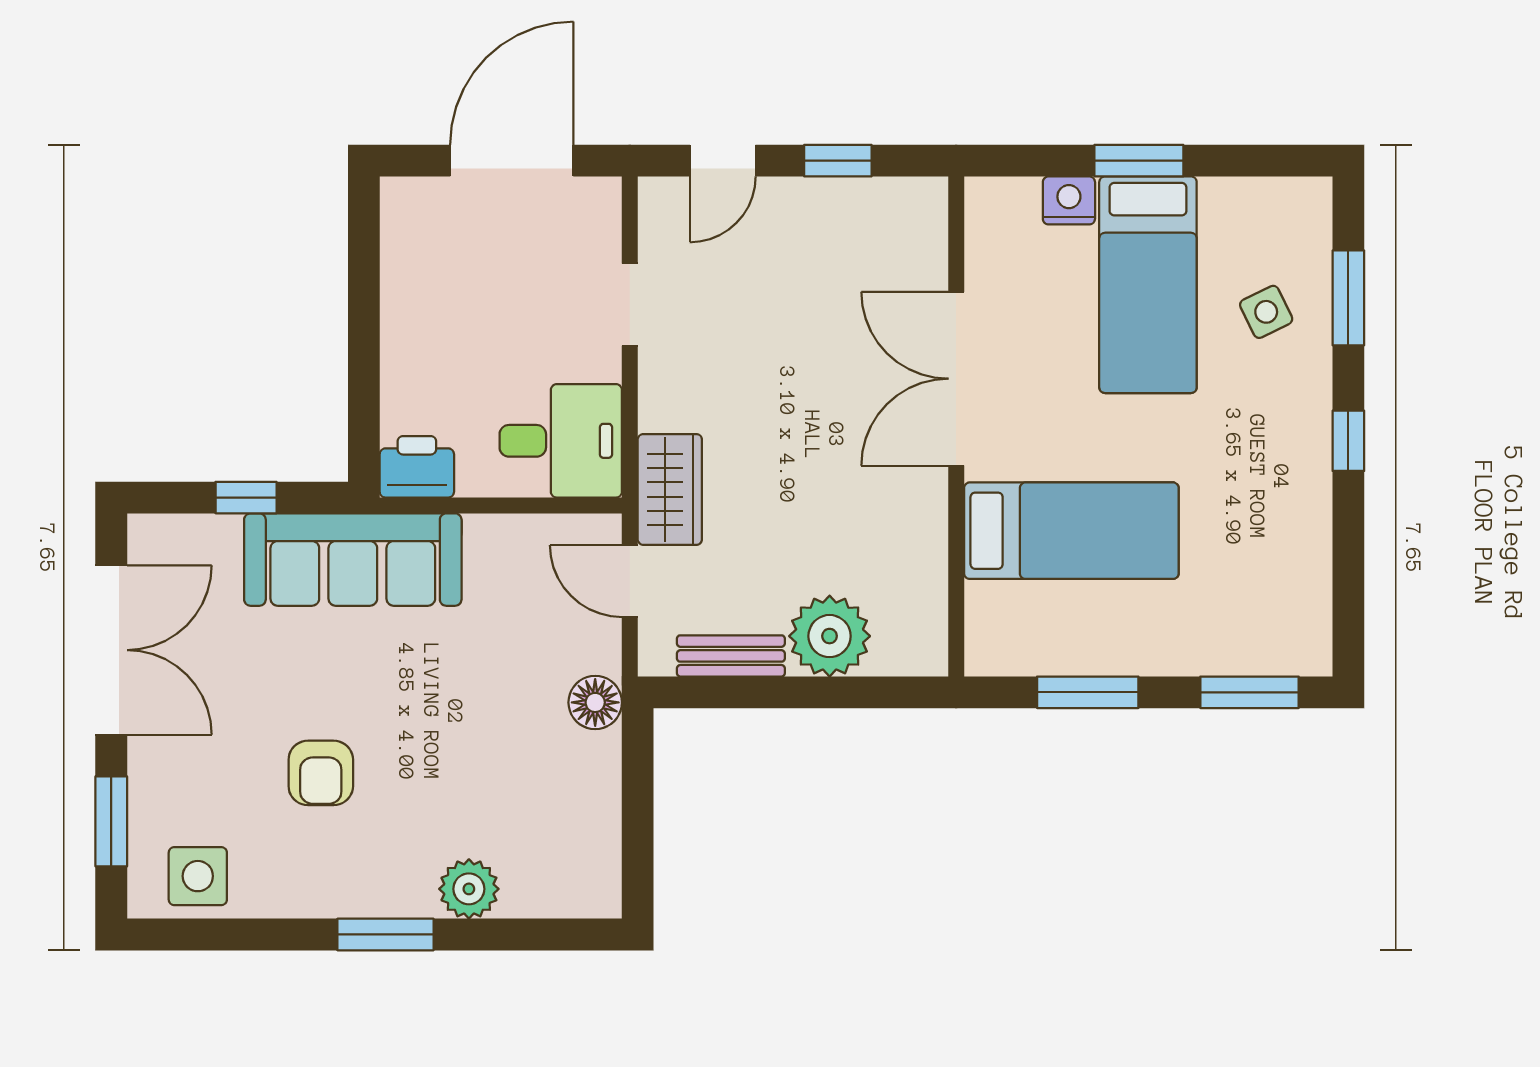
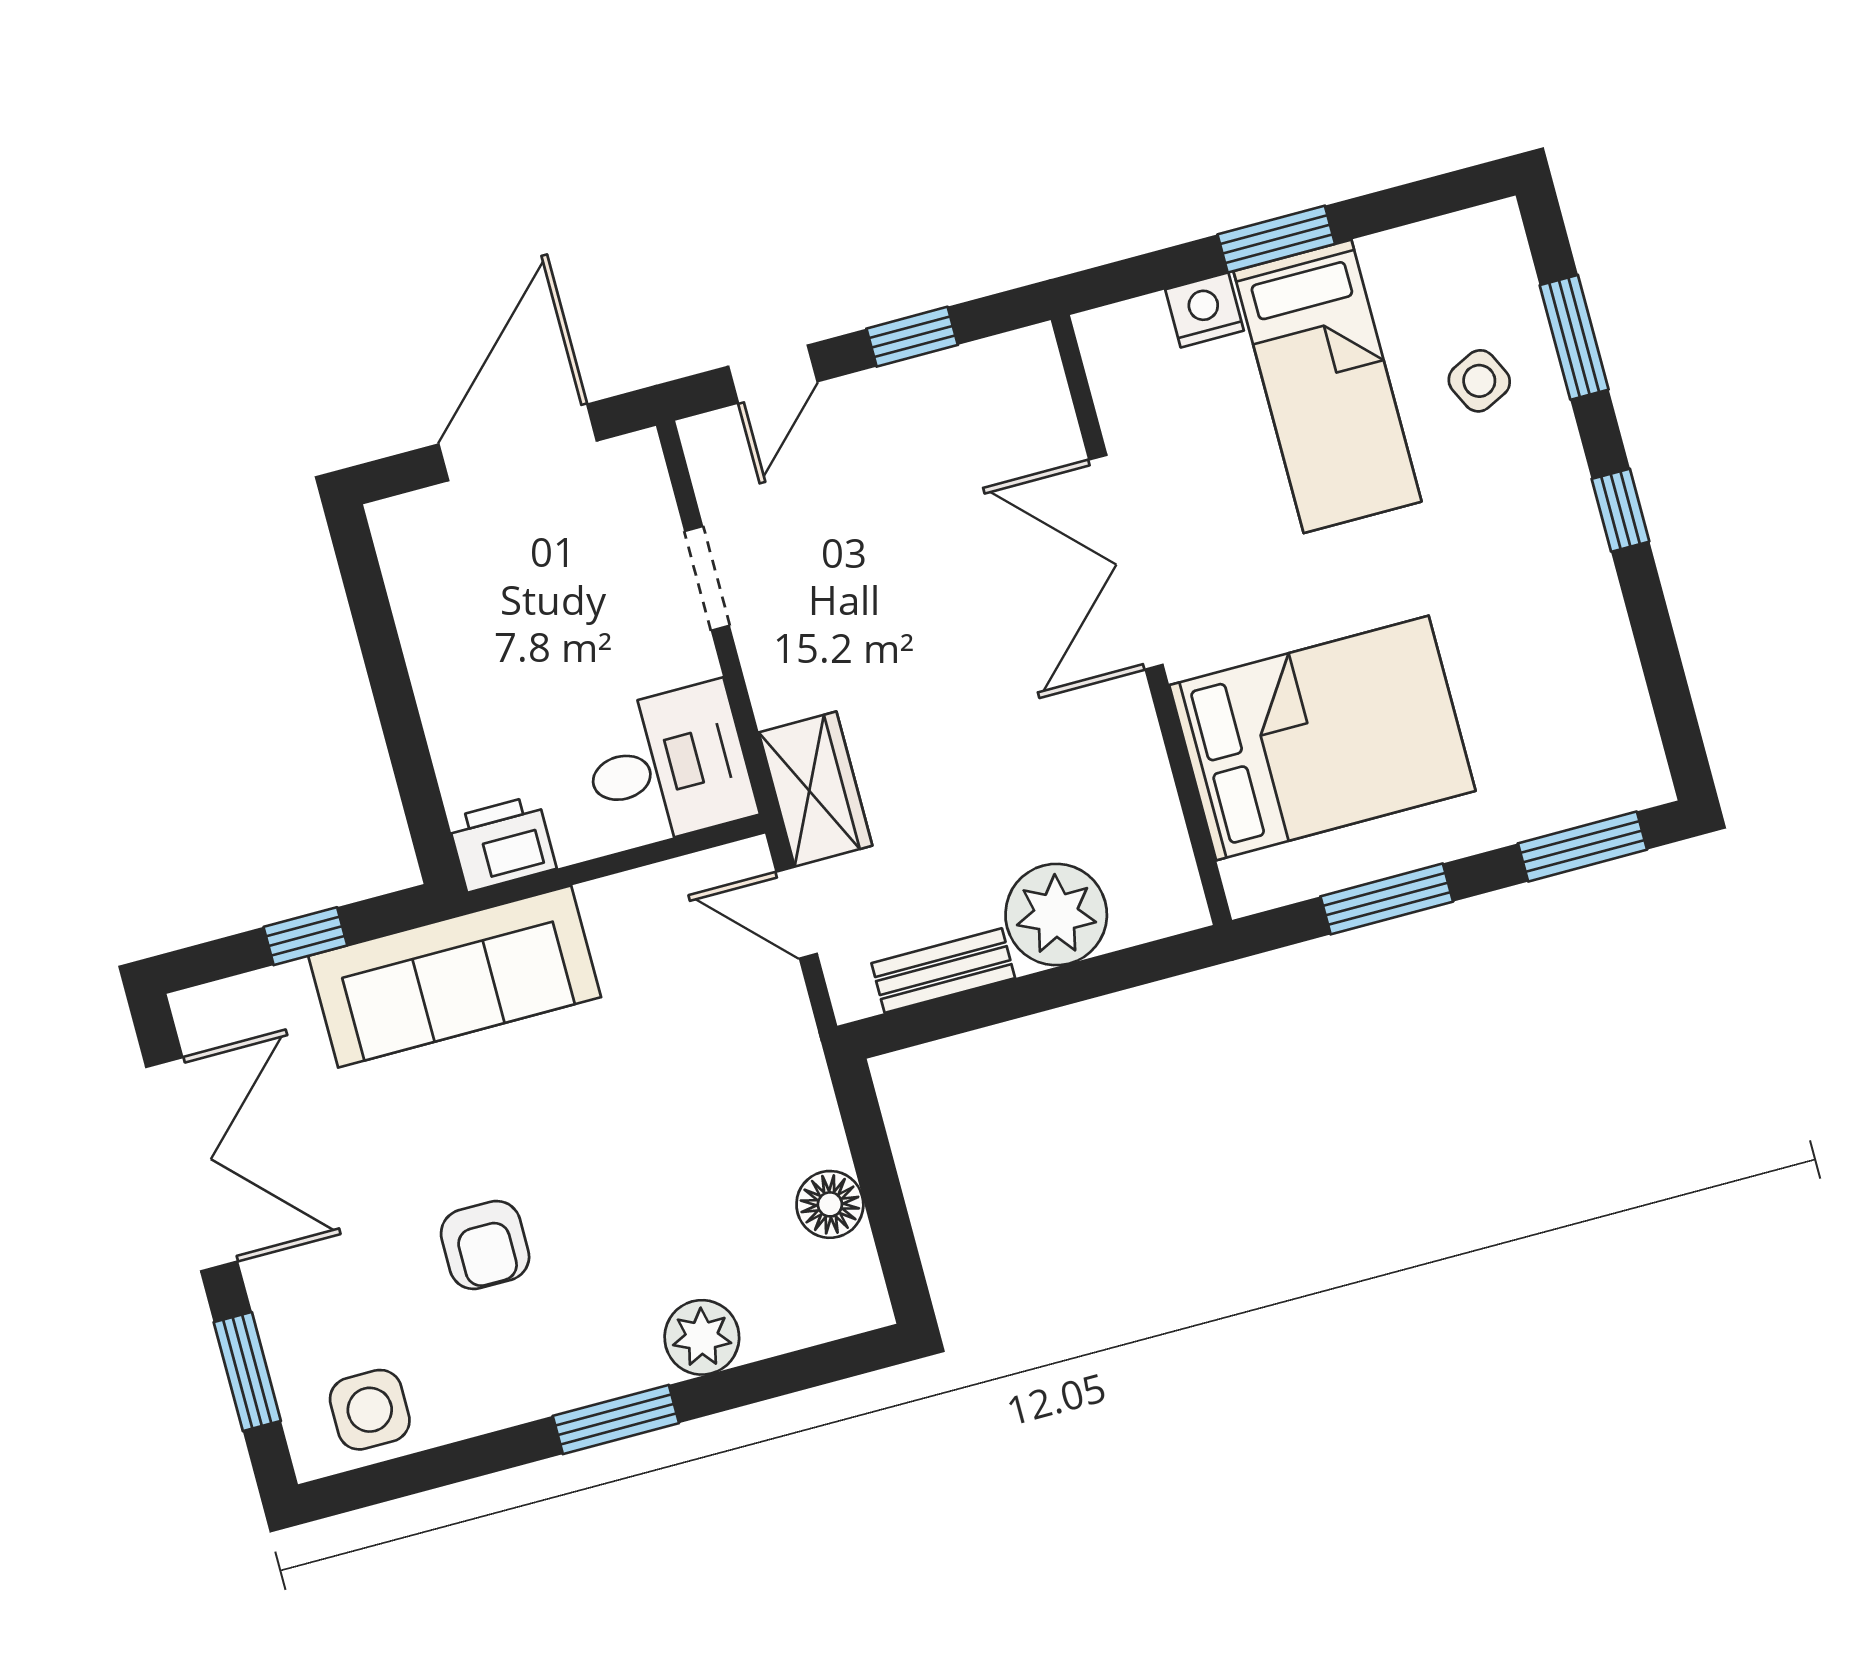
bed: (1071, 531) -> (1322, 738), width x1.50
floor lamp: (595, 702) -> (830, 1204), moved

